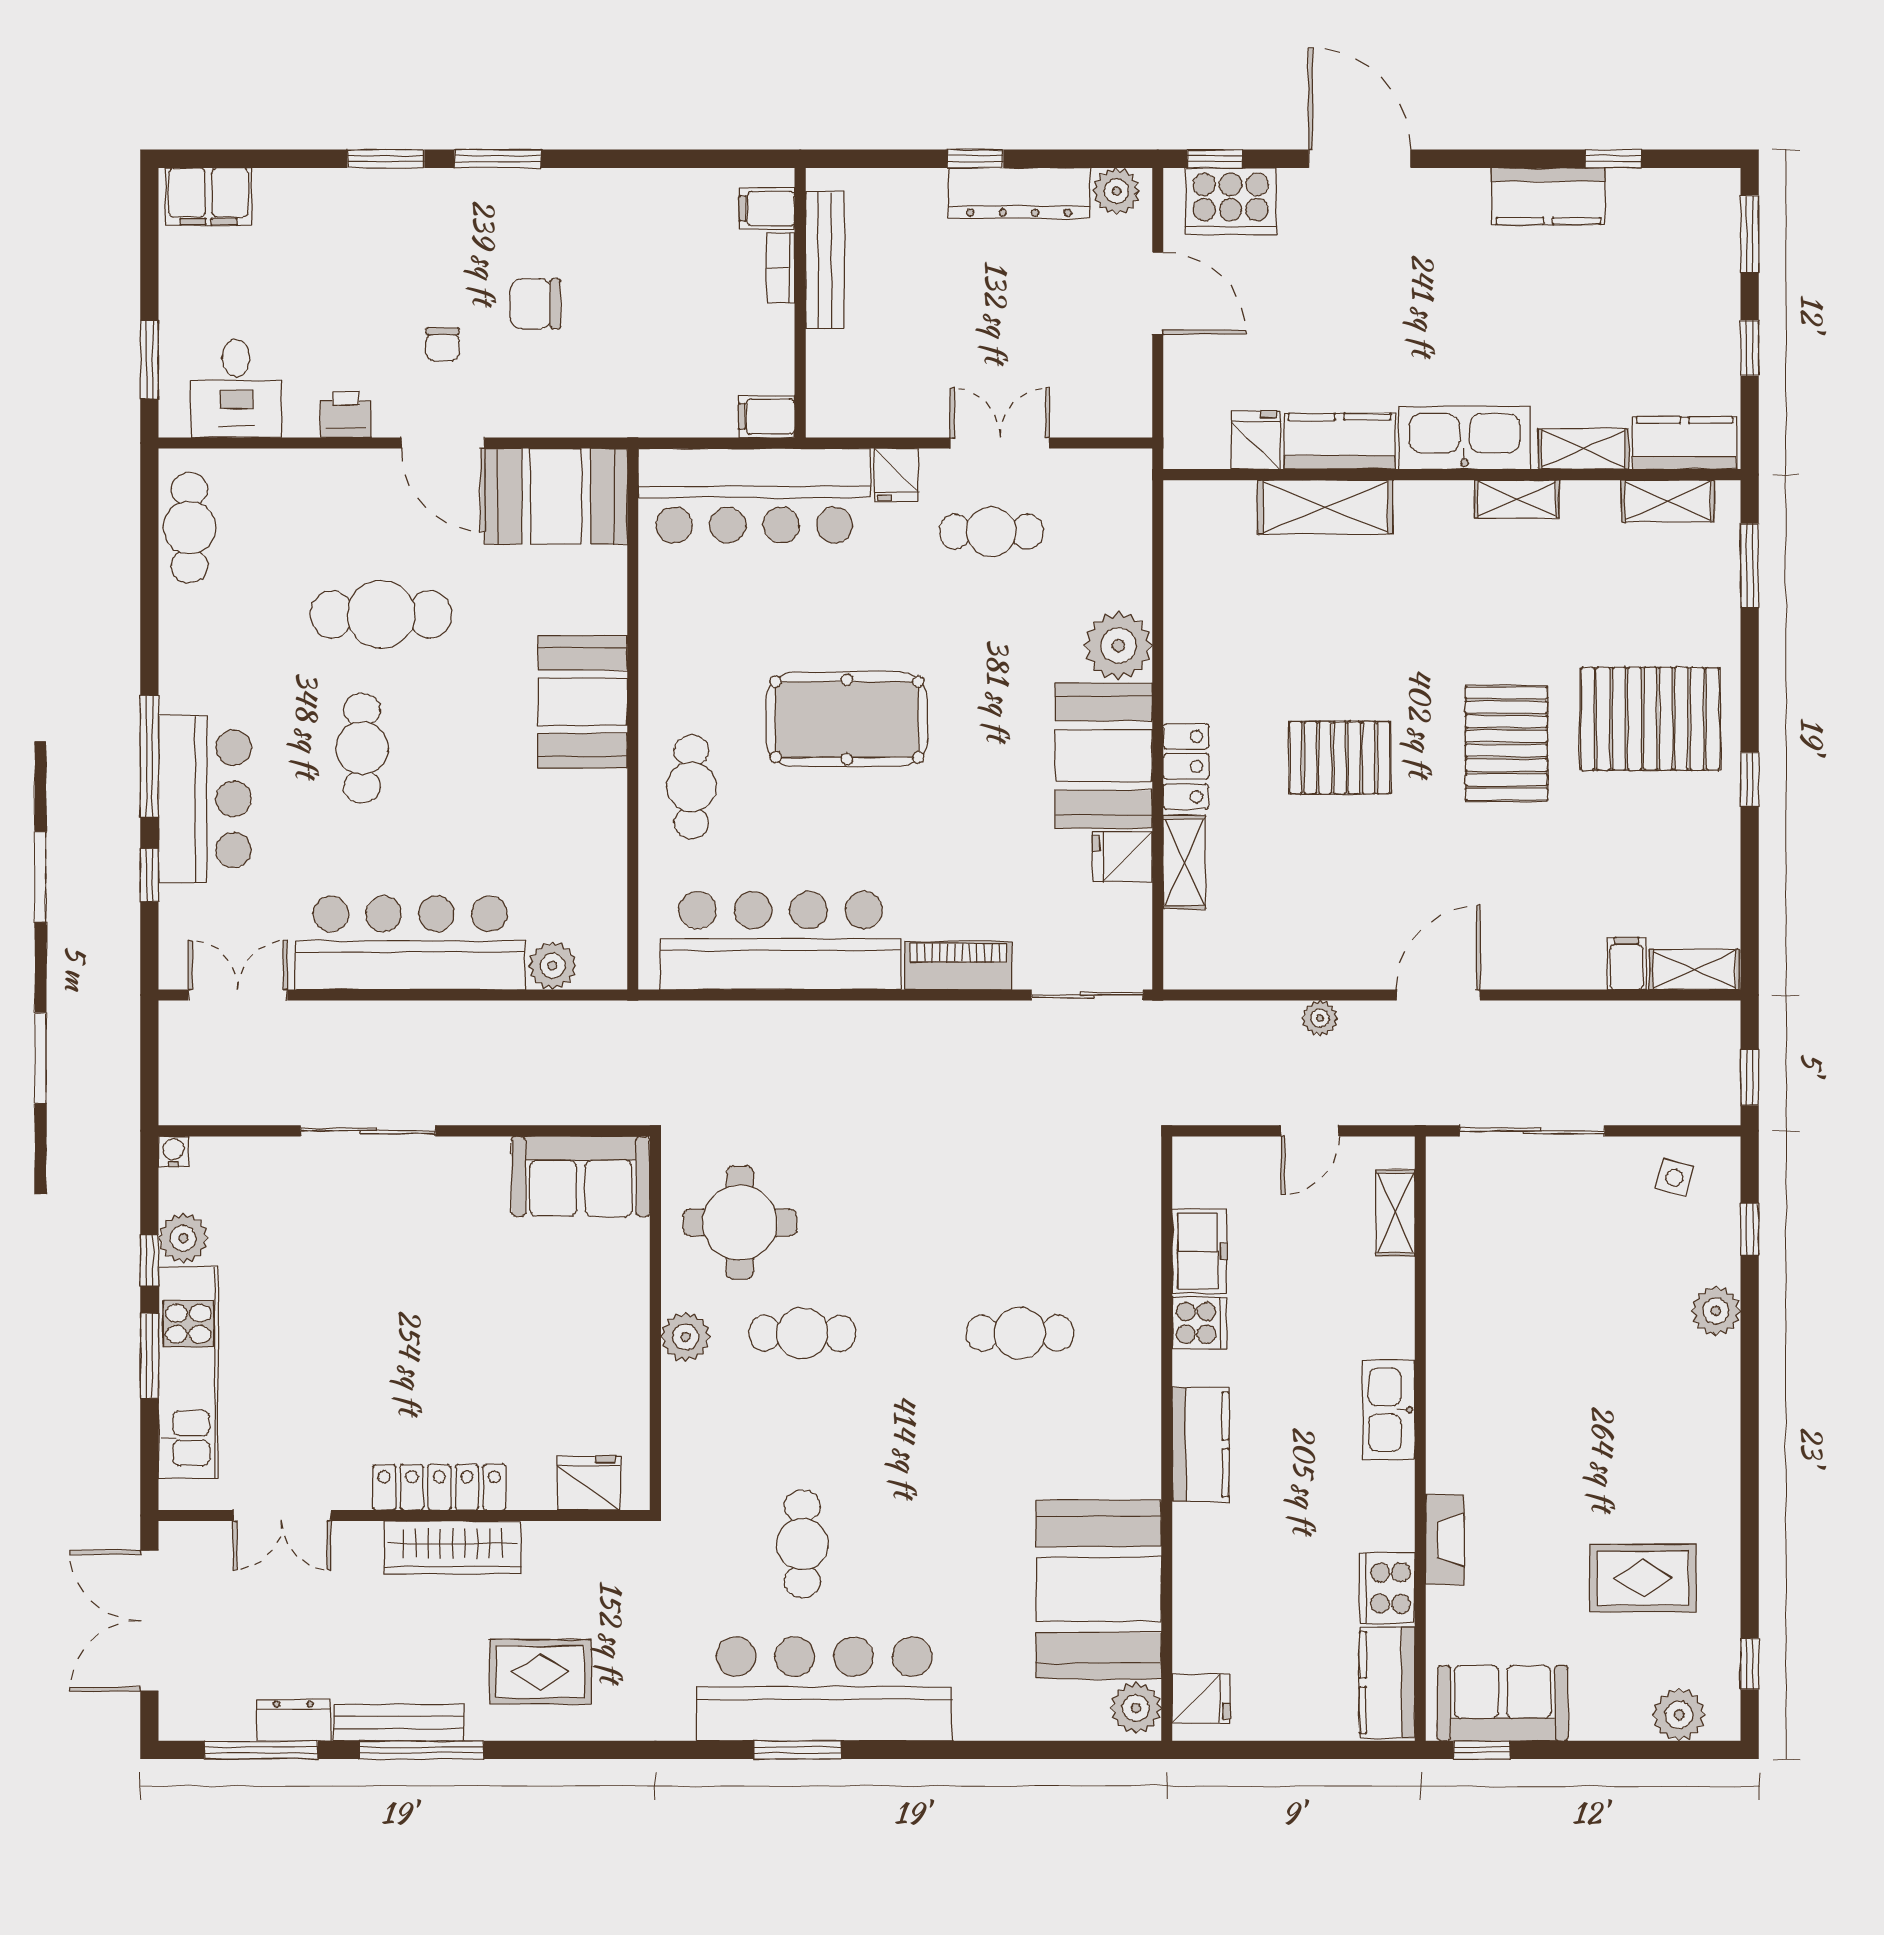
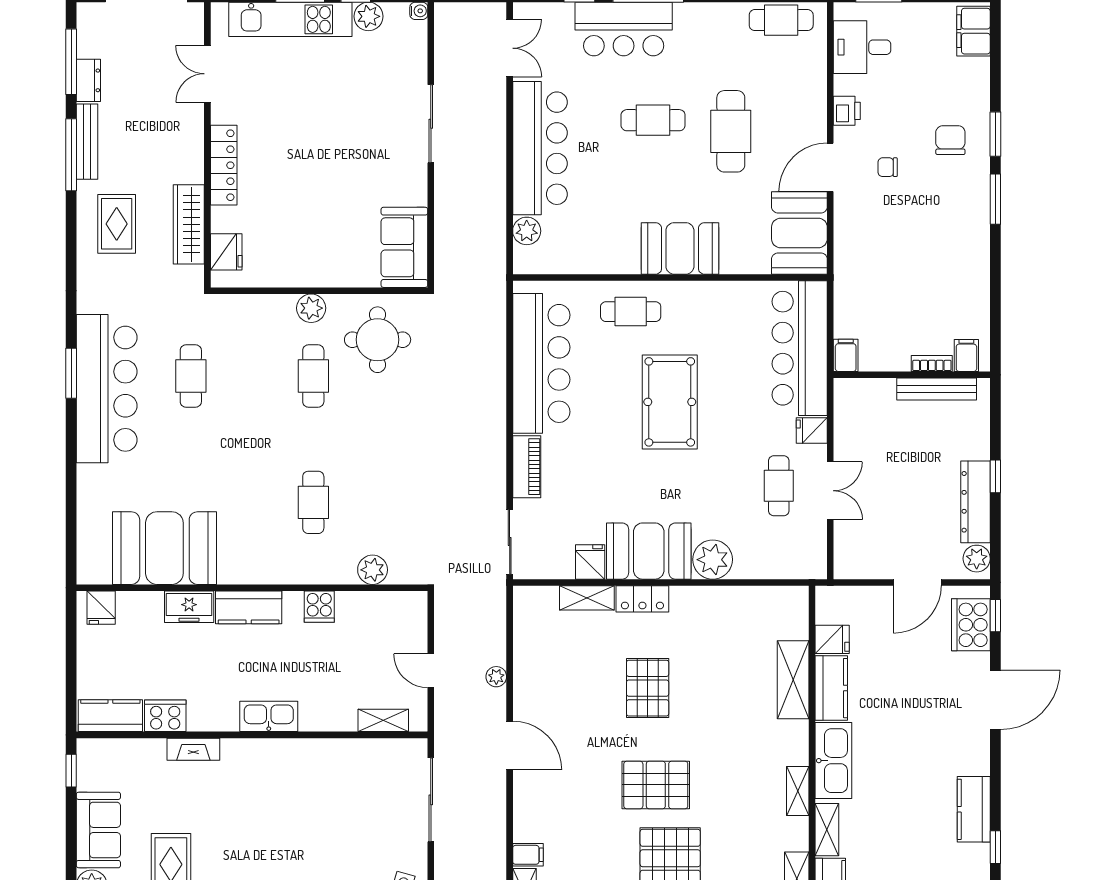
chair: (535, 304) -> (950, 140), moved
freezer: (1200, 1251) -> (189, 607), moved
cafe table: (802, 1544) -> (191, 376), turned 90
wardrobe: (453, 1547) -> (189, 224), moved
sofa: (1503, 1703) -> (98, 830), moved
plant: (1136, 1708) -> (373, 570), moved

